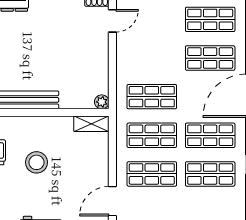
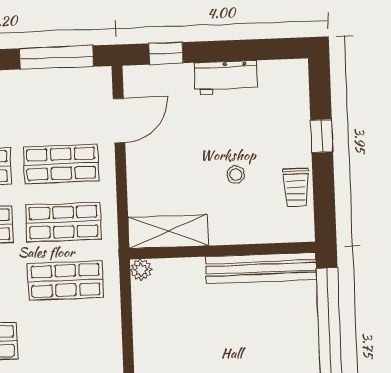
shelving: (91, 124) -> (168, 231), width x1.50, depth x1.33
stool: (37, 162) -> (236, 175), width x0.53, depth x0.53

